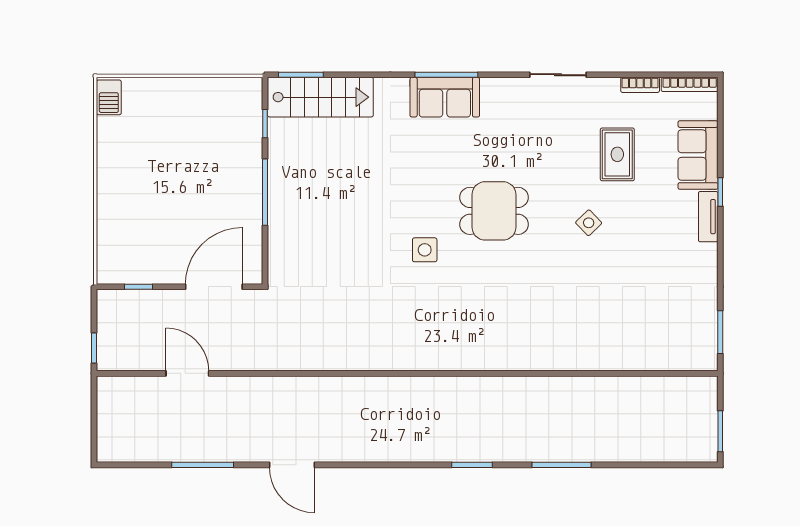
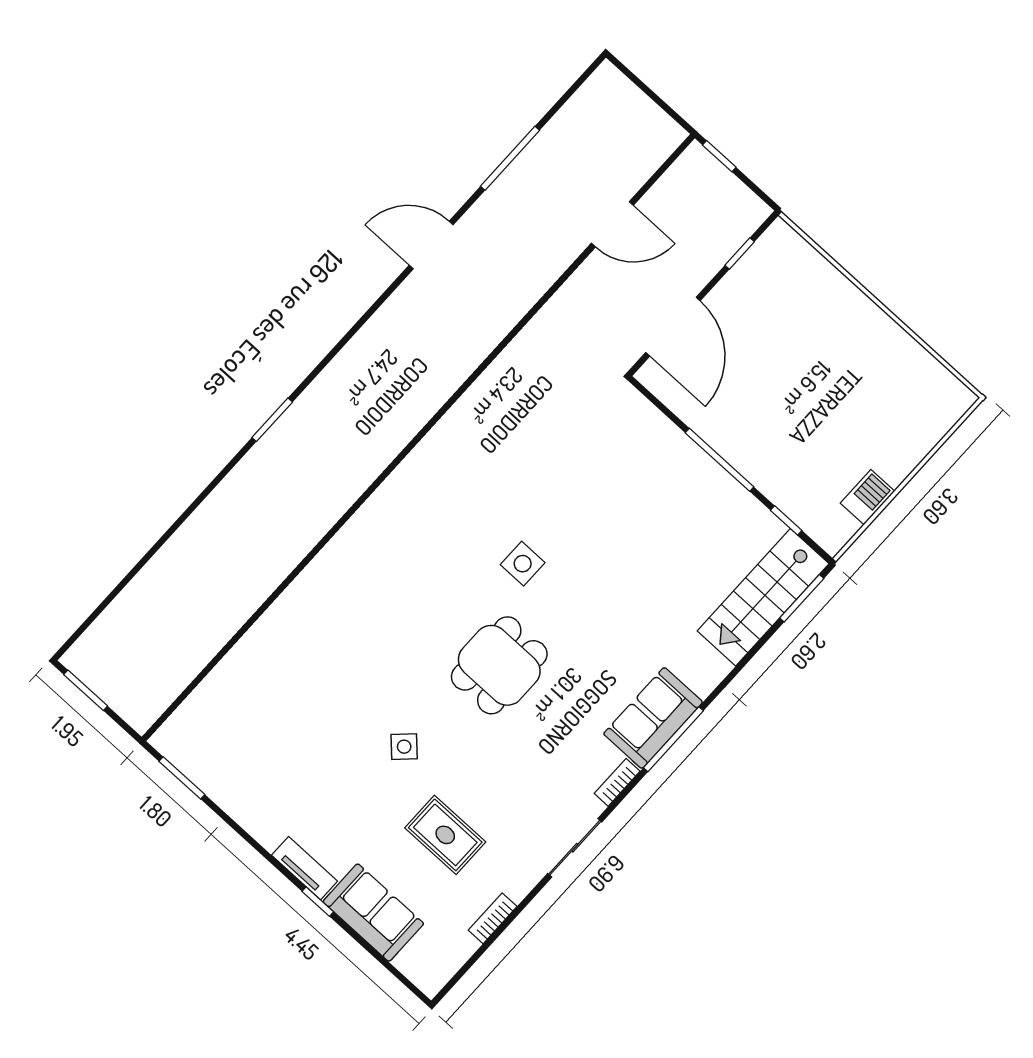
bookcase: (690, 84) -> (617, 782), moved, width x0.64
barbecue: (109, 97) -> (868, 497), moved, turned 90
window: (561, 465) -> (193, 507), removed

